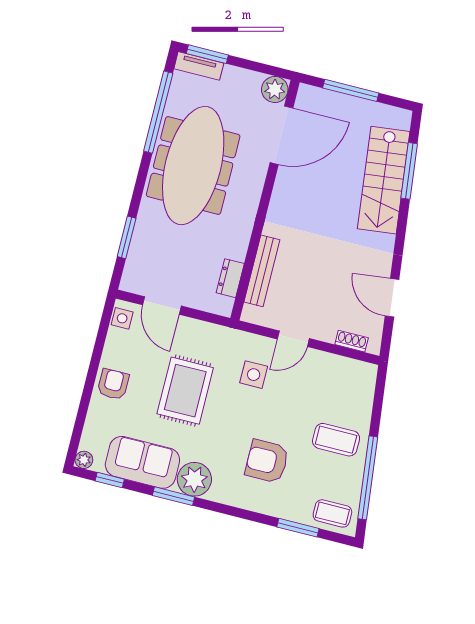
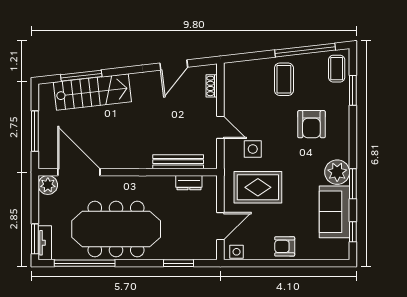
rug: (185, 391) -> (258, 187), moved
plant: (84, 460) -> (343, 254), removed

